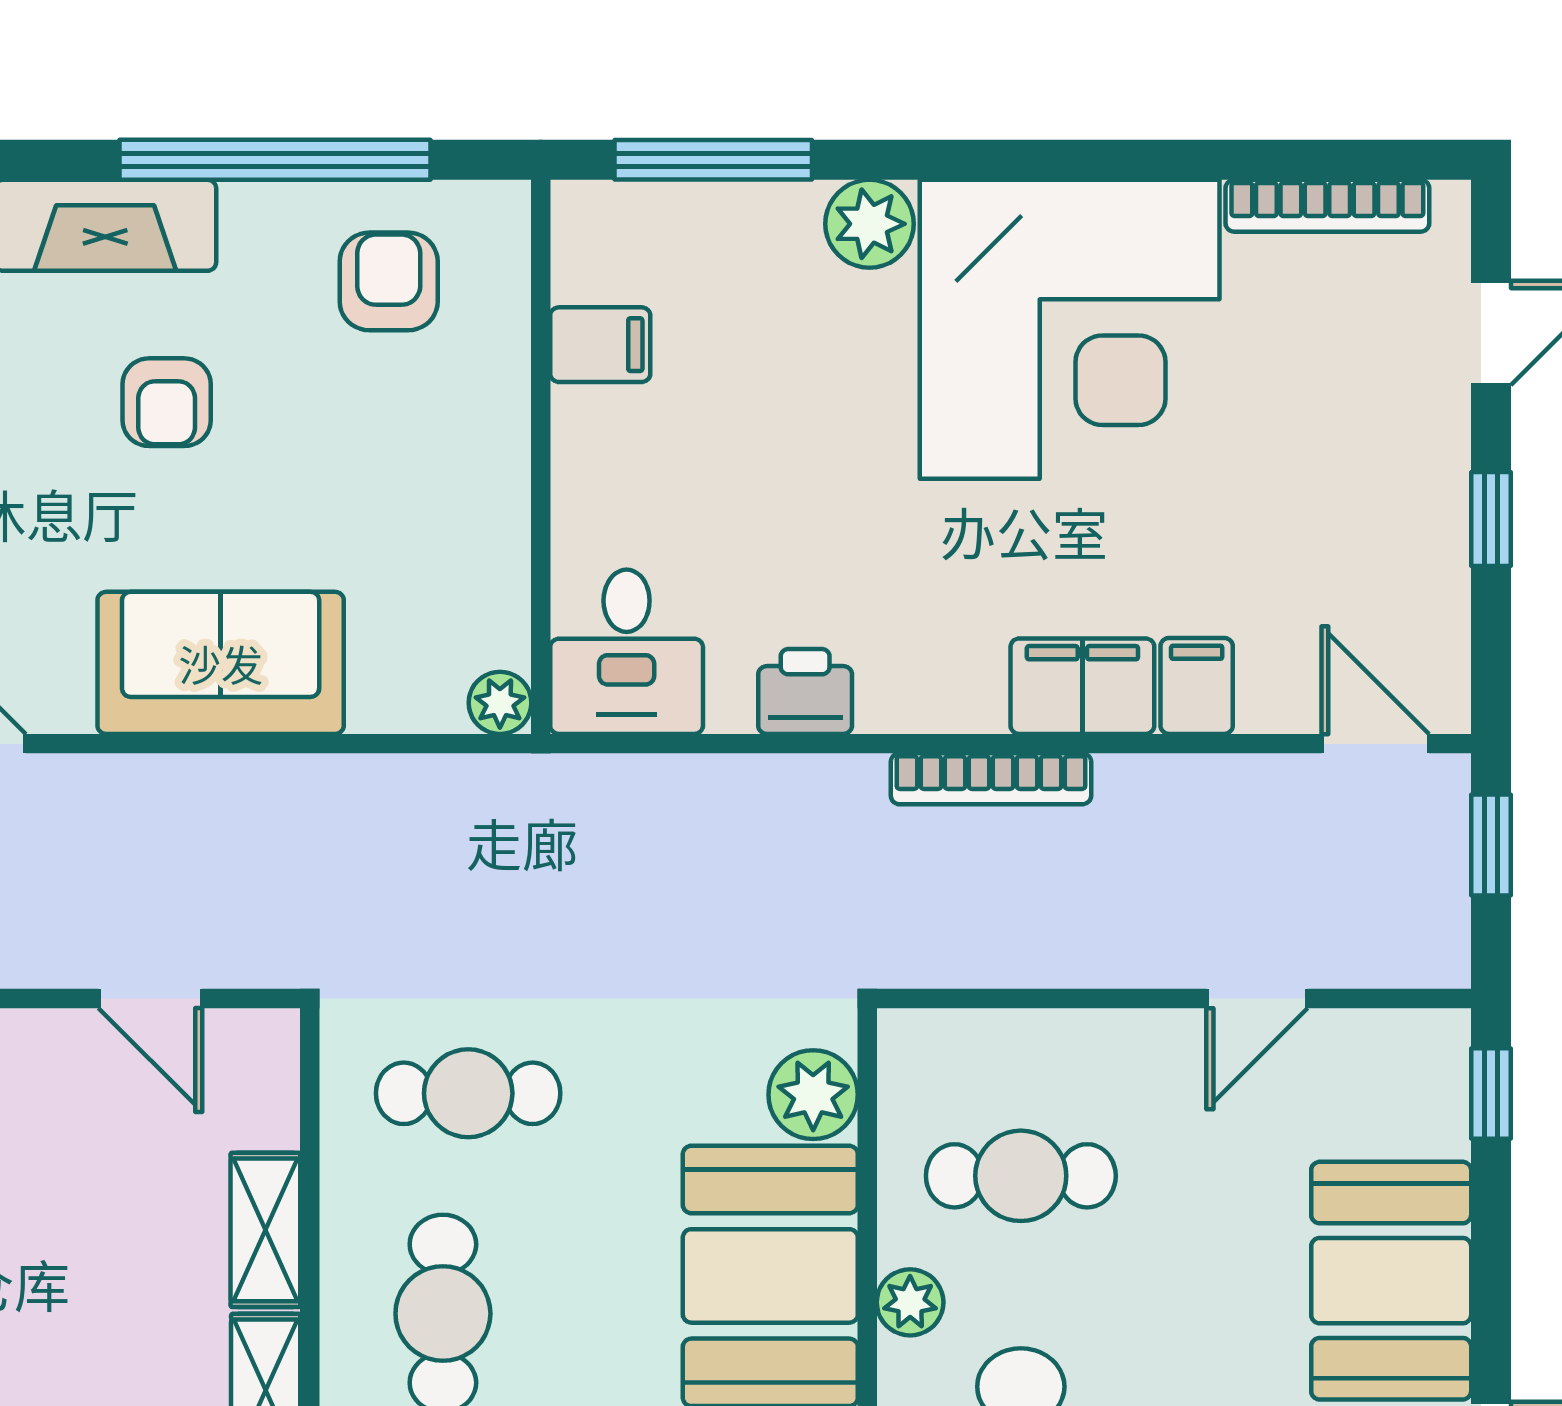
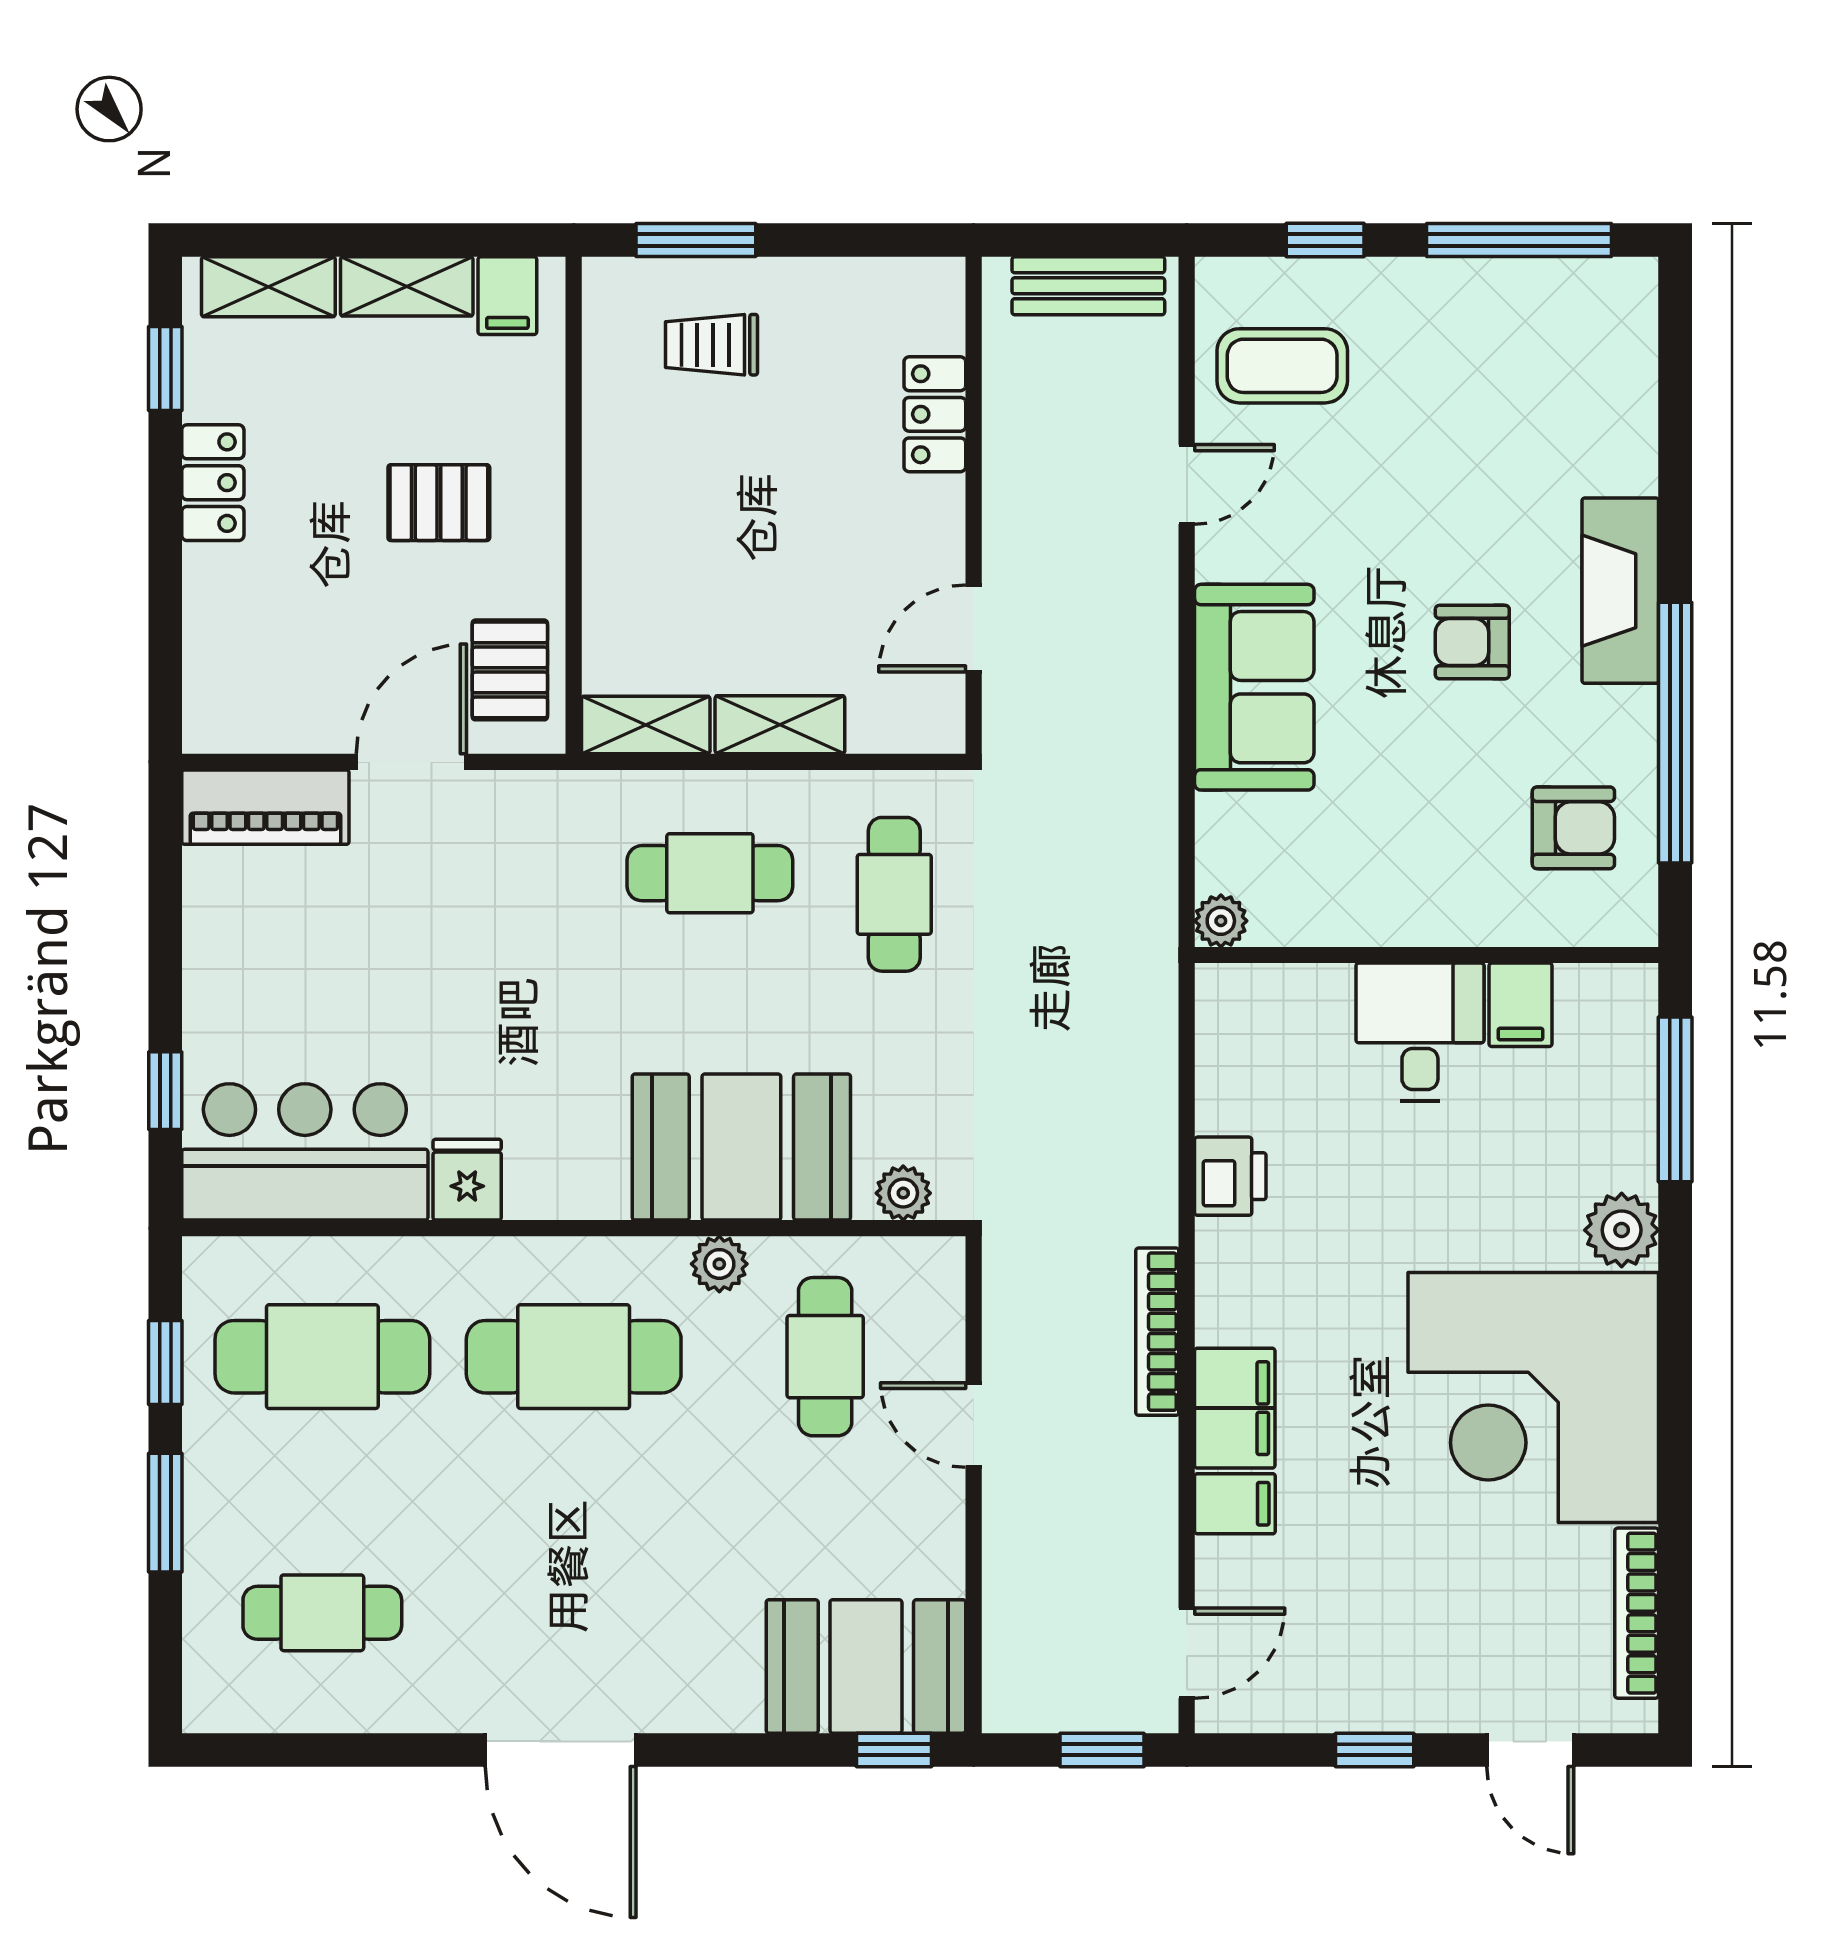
desk: (627, 652) -> (1420, 1032), moved, turned 90
door: (1257, 998) -> (974, 1425), moved
plant: (813, 1095) -> (903, 1193), width x0.73, depth x0.73
booth: (1391, 1281) -> (866, 1666), moved

